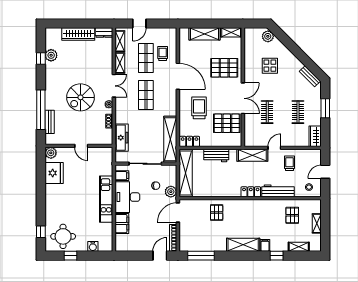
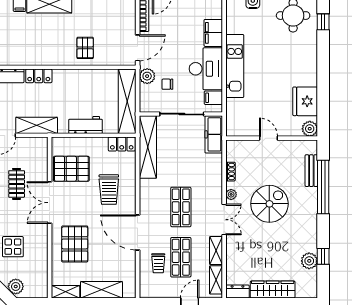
pallet: (224, 68) -> (75, 244), turned 90
double door: (114, 86) -> (224, 220), swing flipped
freezer: (122, 138) -> (214, 134), moved

